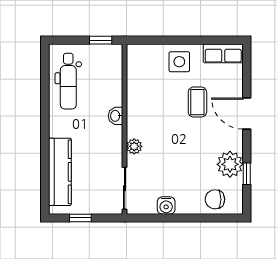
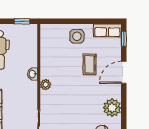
door: (247, 113) -> (124, 72), hinge flipped
plant: (134, 146) -> (45, 85), moved
window: (247, 174) -> (124, 39), moved

